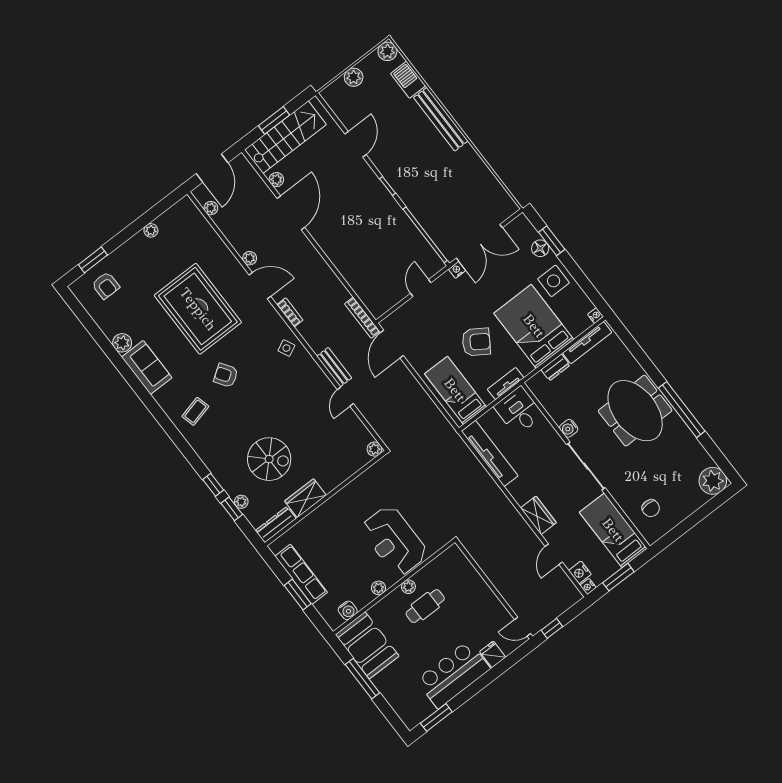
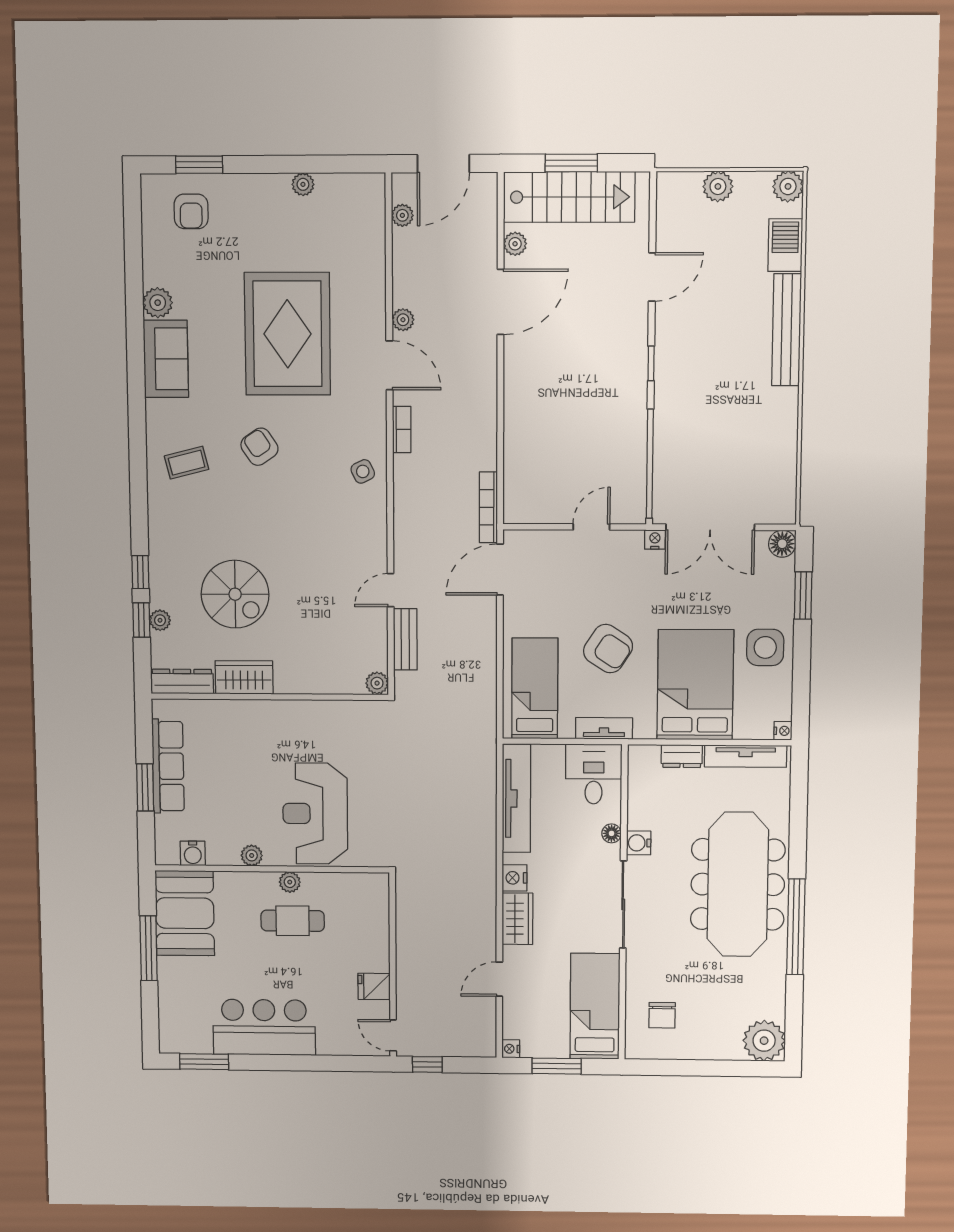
floor lamp: (540, 248) -> (782, 544), moved
bench: (334, 367) -> (405, 639), moved
meeting table: (635, 411) -> (738, 884), width x1.36
floor lamp: (551, 434) -> (612, 833), added
nightstand: (580, 572) -> (515, 878), moved
fridge: (493, 654) -> (374, 986), moved, turned -90

